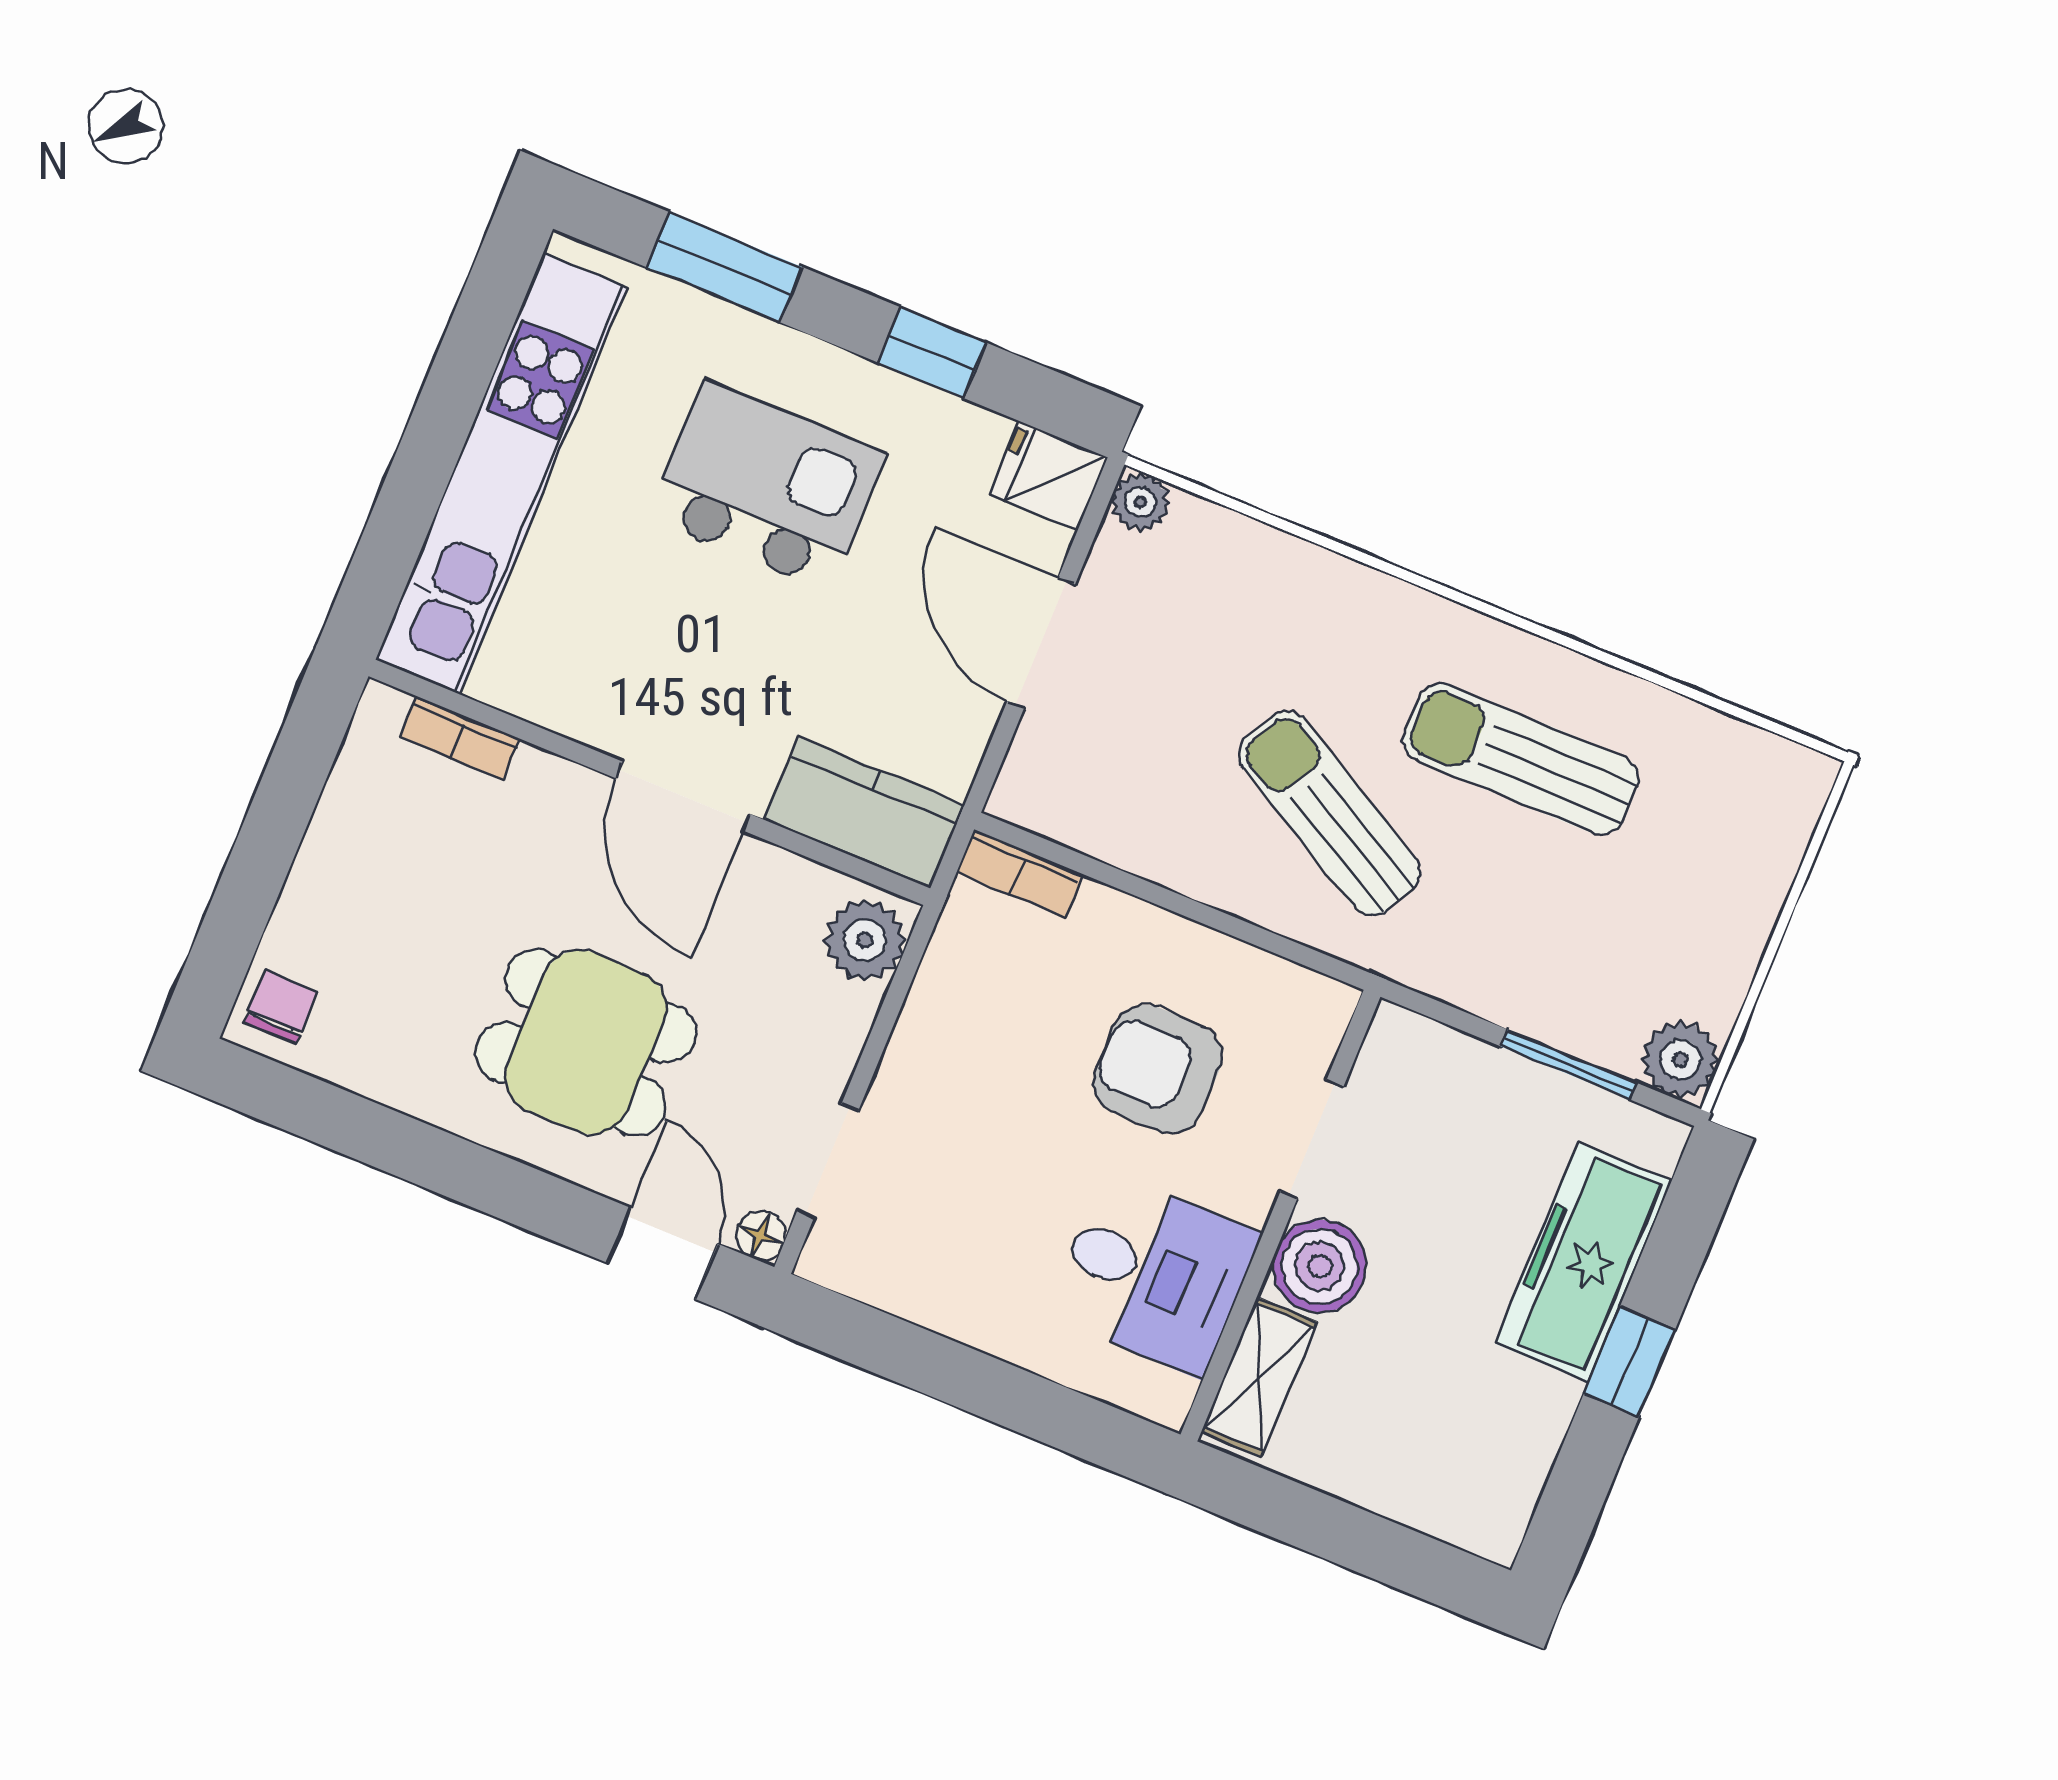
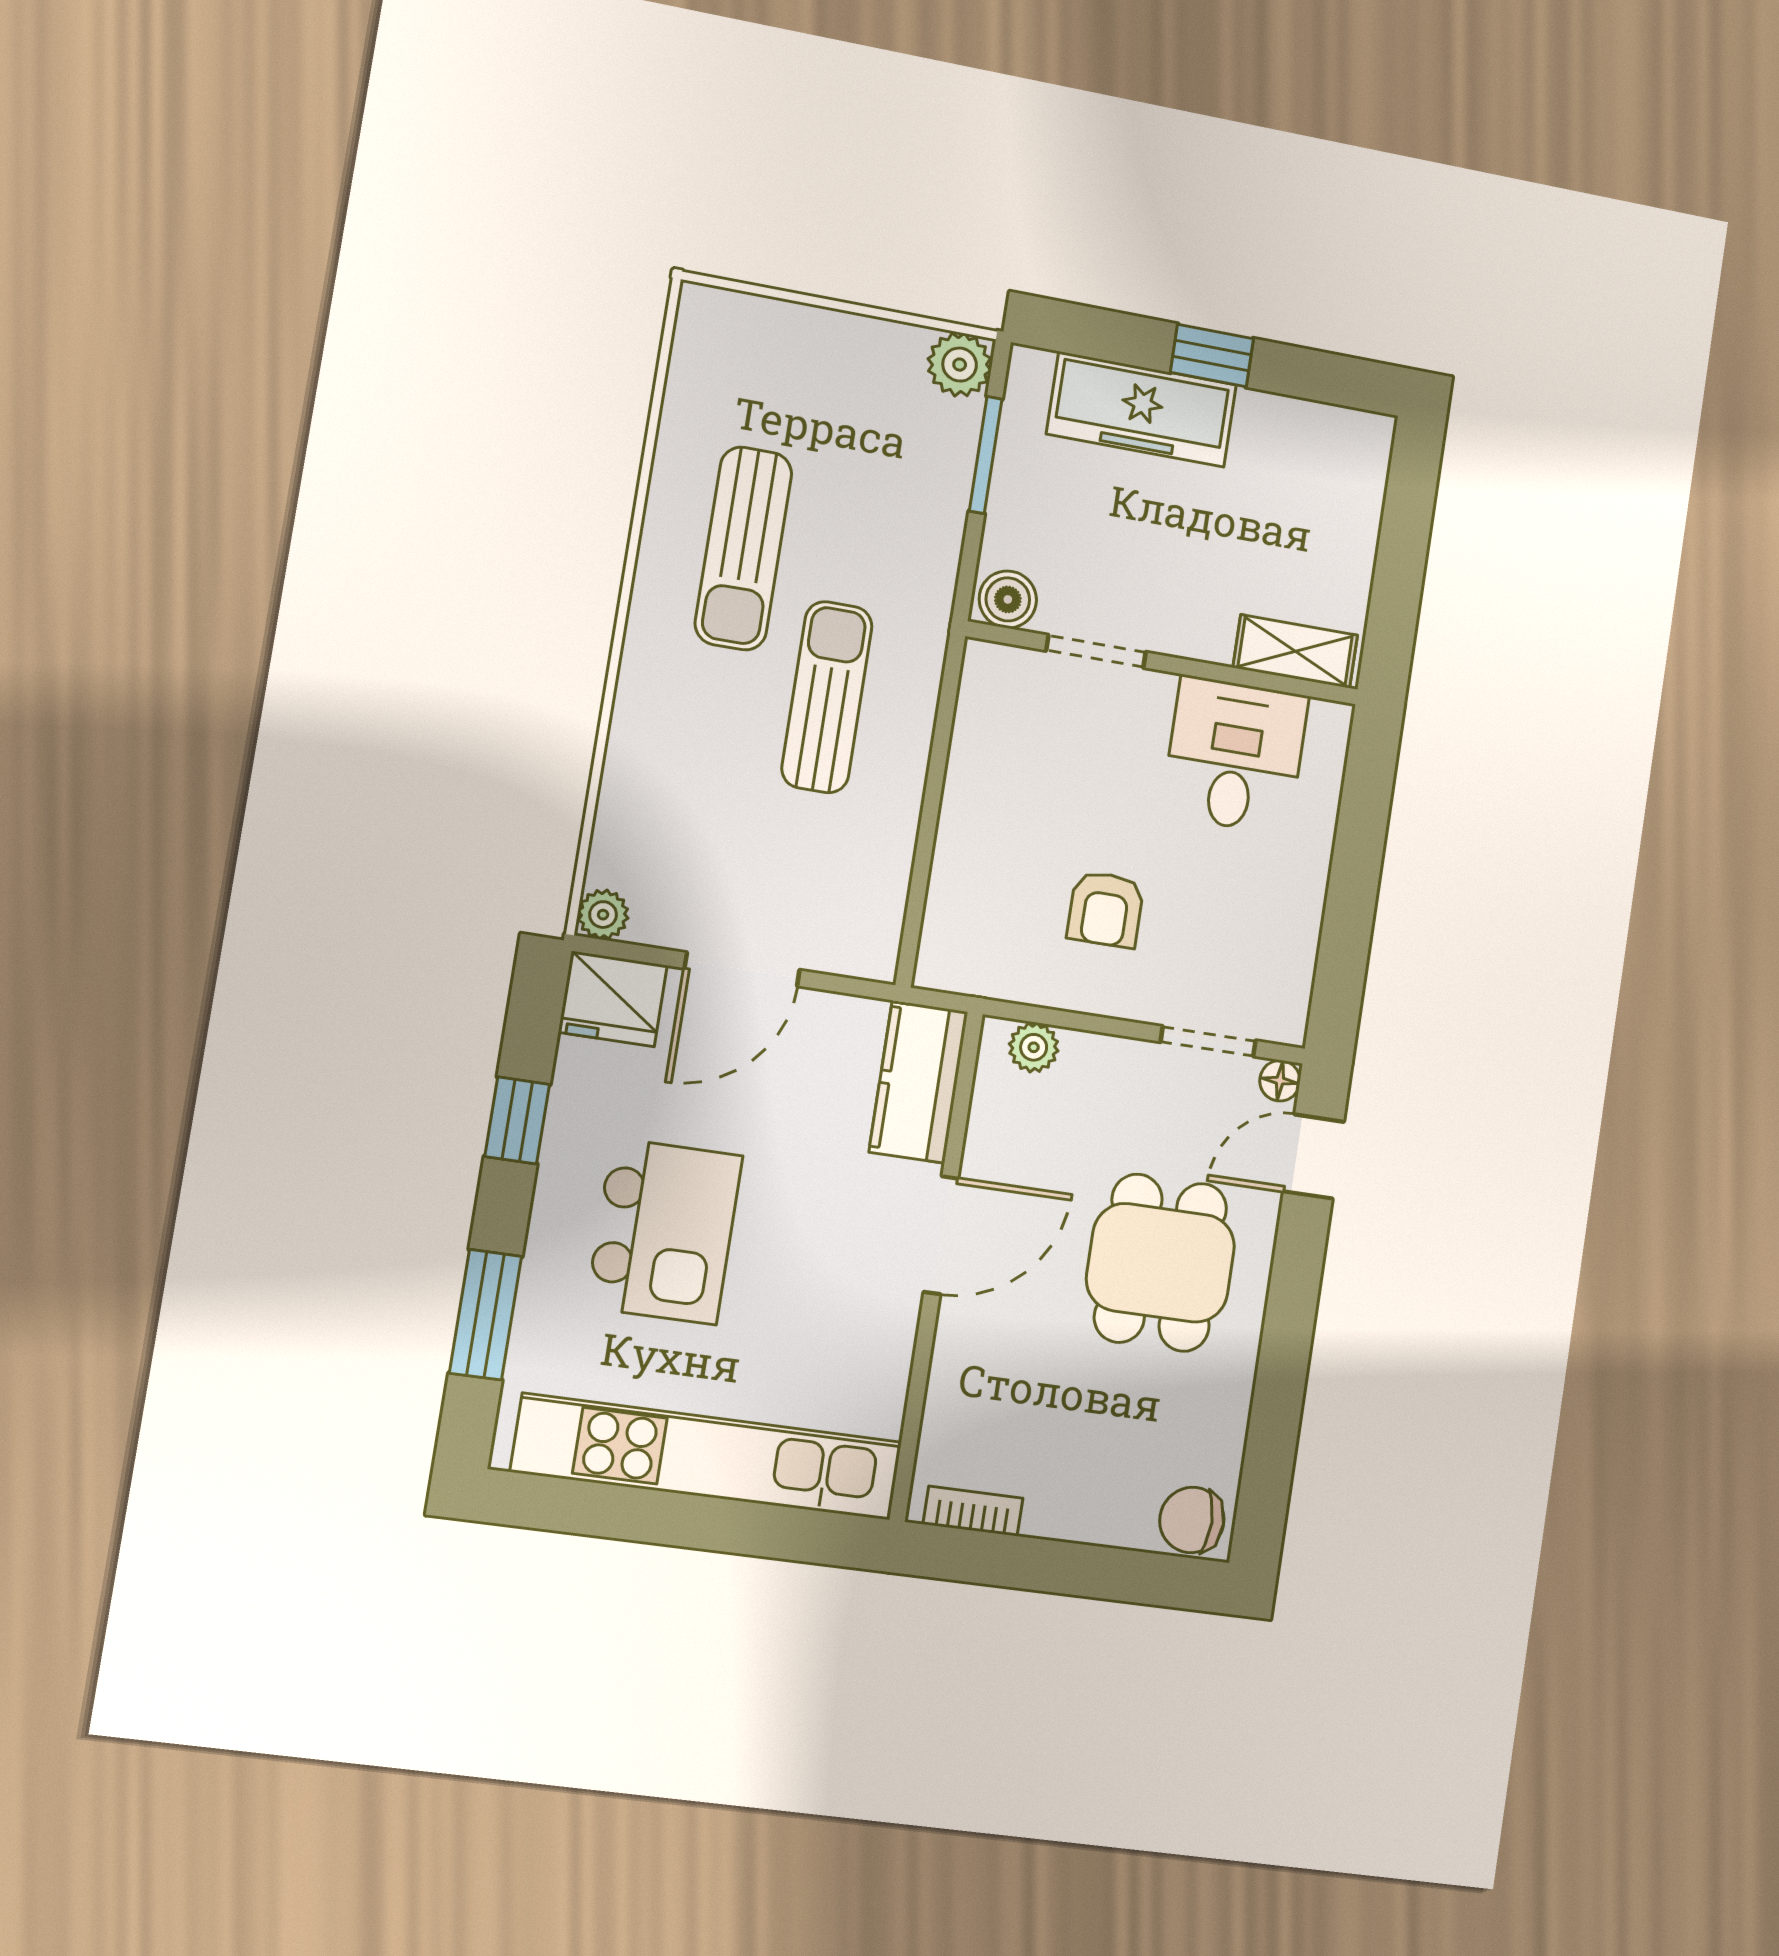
fridge: (1049, 476) -> (613, 999), width x1.38
kitchen island: (767, 486) -> (664, 1231), turned 180
bookcase: (460, 738) -> (973, 1511), moved, turned -90
sun lounger: (1329, 813) -> (827, 697), turned 151
bookcase: (1019, 873) -> (938, 941), removed
plant: (865, 940) -> (1034, 1047), width x0.73, depth x0.73
chair: (281, 1007) -> (1192, 1520), width x1.37, depth x1.37
armchair: (1158, 1069) -> (1106, 909), moved, width x0.72, depth x0.72
boiler: (1320, 1266) -> (1008, 599), moved, width x0.73, depth x0.73

